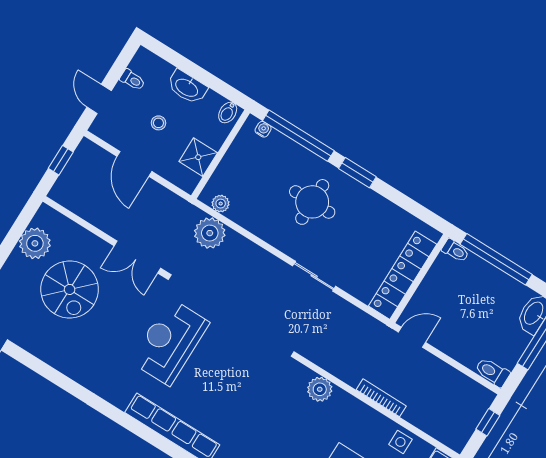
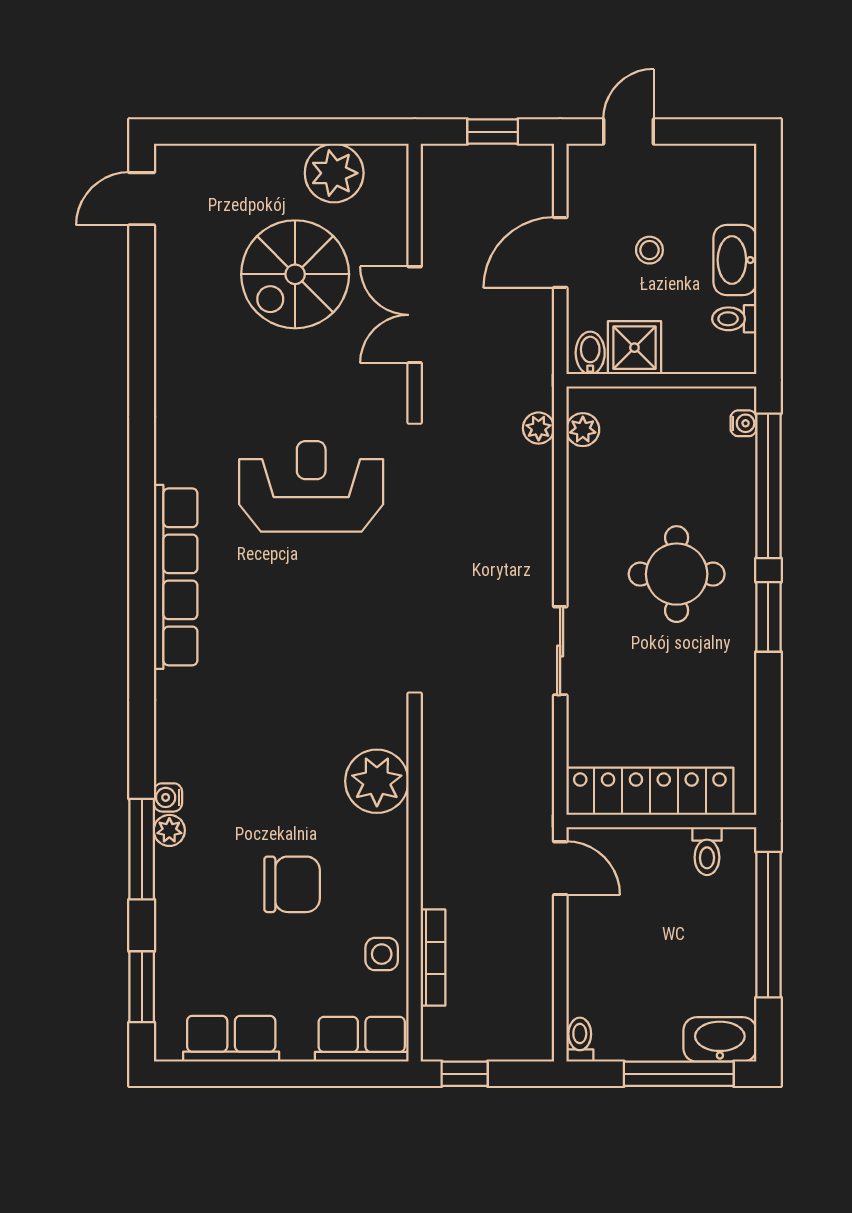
toilet: (132, 80) -> (734, 319), moved, turned 90
bidet: (228, 113) -> (590, 353), moved, turned 90
plant: (210, 233) -> (539, 428), width x0.53, depth x0.53
toilet: (455, 251) -> (707, 851), moved
double door: (137, 257) -> (415, 315), moved
toilet: (492, 372) -> (580, 1040), width x0.73, depth x0.72
plant: (320, 389) -> (377, 781), width x1.36, depth x1.36
bookcase: (381, 398) -> (433, 958), moved
window: (488, 422) -> (465, 1074), moved

